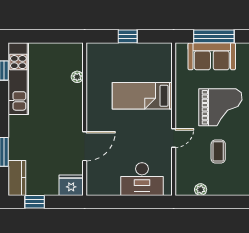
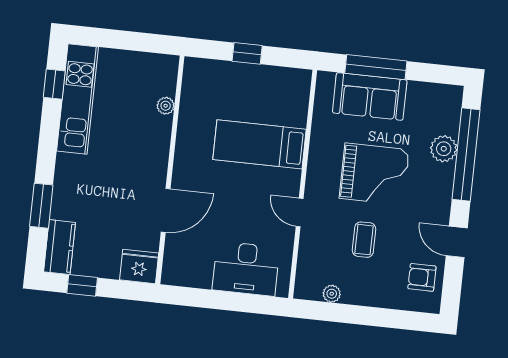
door: (174, 138) -> (300, 212), swing flipped

